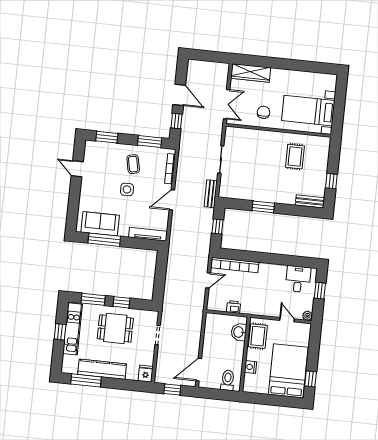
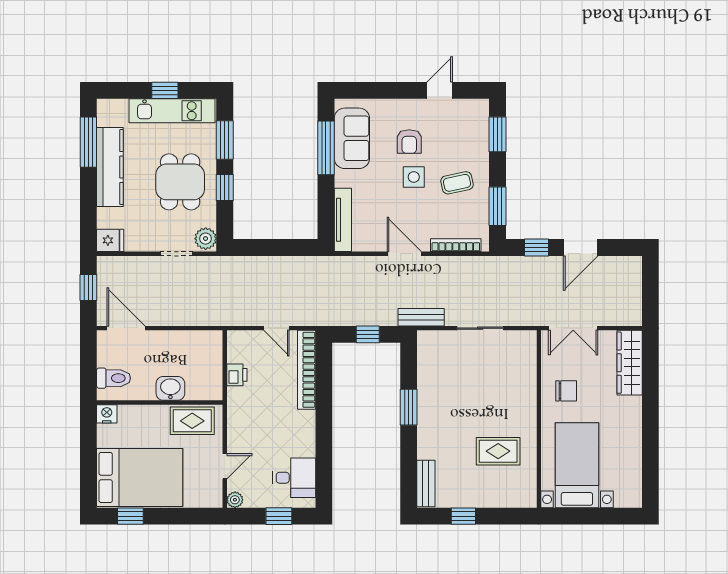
armchair: (106, 190) -> (409, 141), added
plant: (151, 317) -> (206, 239), added
washbasin: (239, 332) -> (170, 388), moved
nightstand: (250, 367) -> (107, 414), moved

